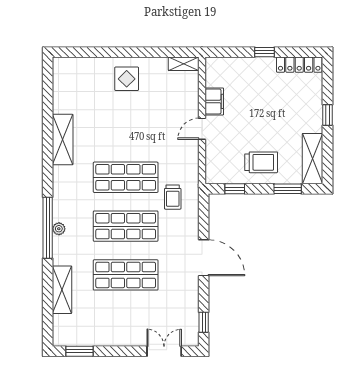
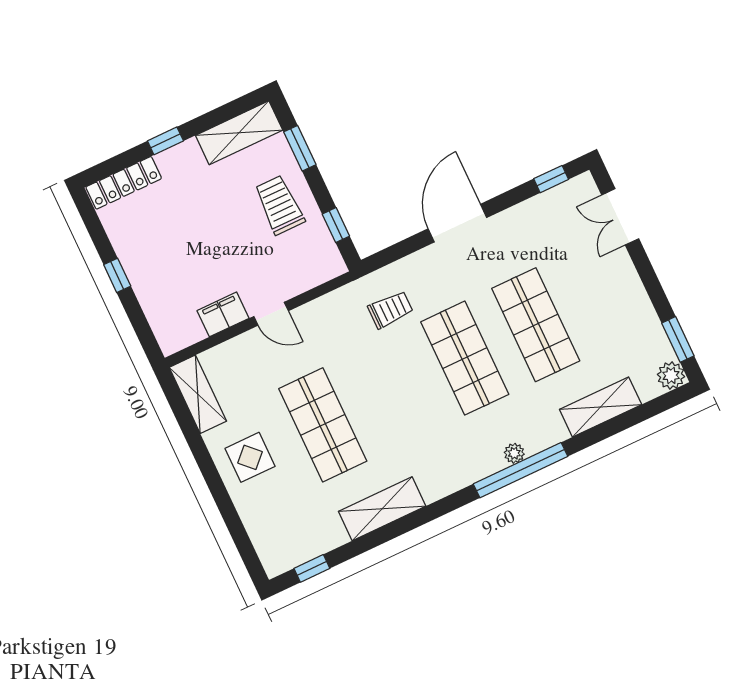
shelving: (184, 64) -> (198, 394), width x1.50, depth x1.33
locker: (299, 65) -> (124, 183), moved, turned 90
window: (48, 84) -> (312, 568), added
shop shelf: (126, 177) -> (323, 425), moved
plant: (61, 338) -> (671, 375), added

